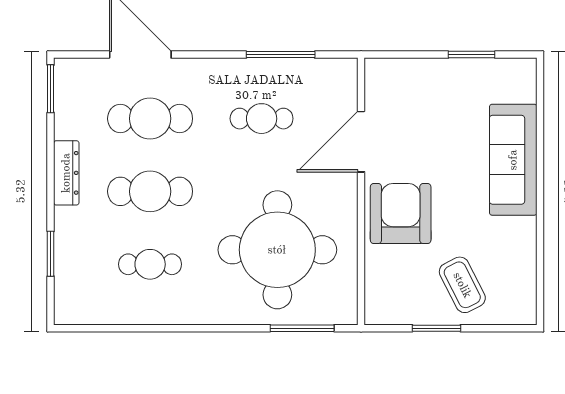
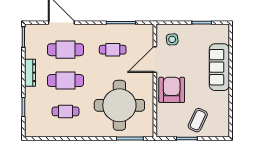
side table: (402, 94) -> (172, 39), added
coffee table: (462, 285) -> (198, 120), turned 52

